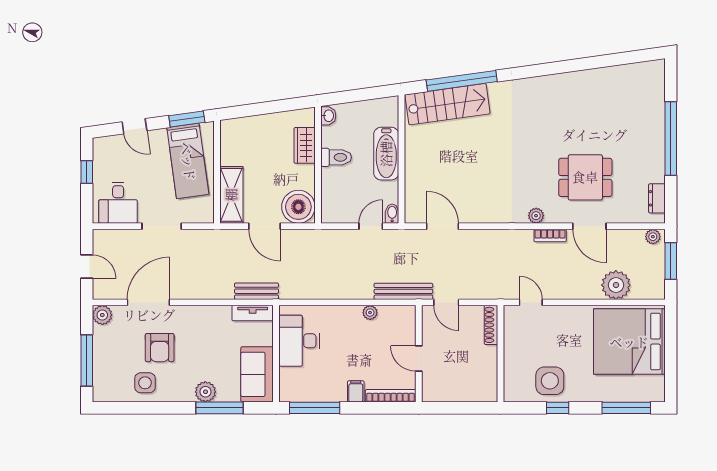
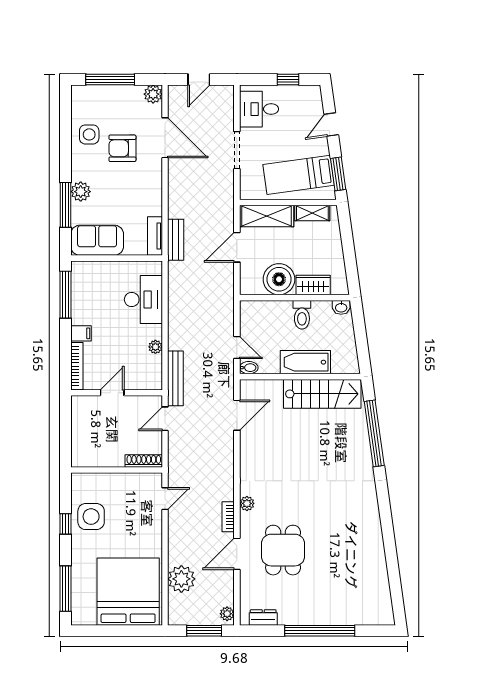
stairs: (447, 104) -> (322, 394), moved, turned -82
shelving: (228, 146) -> (312, 213), added
boiler: (298, 207) -> (279, 279), moved
desk: (299, 341) -> (143, 300), moved, turned 90

